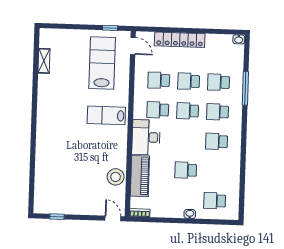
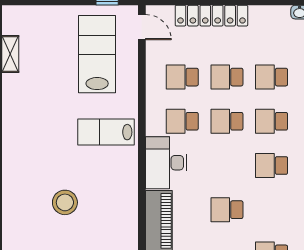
stool: (116, 177) -> (65, 202), moved

